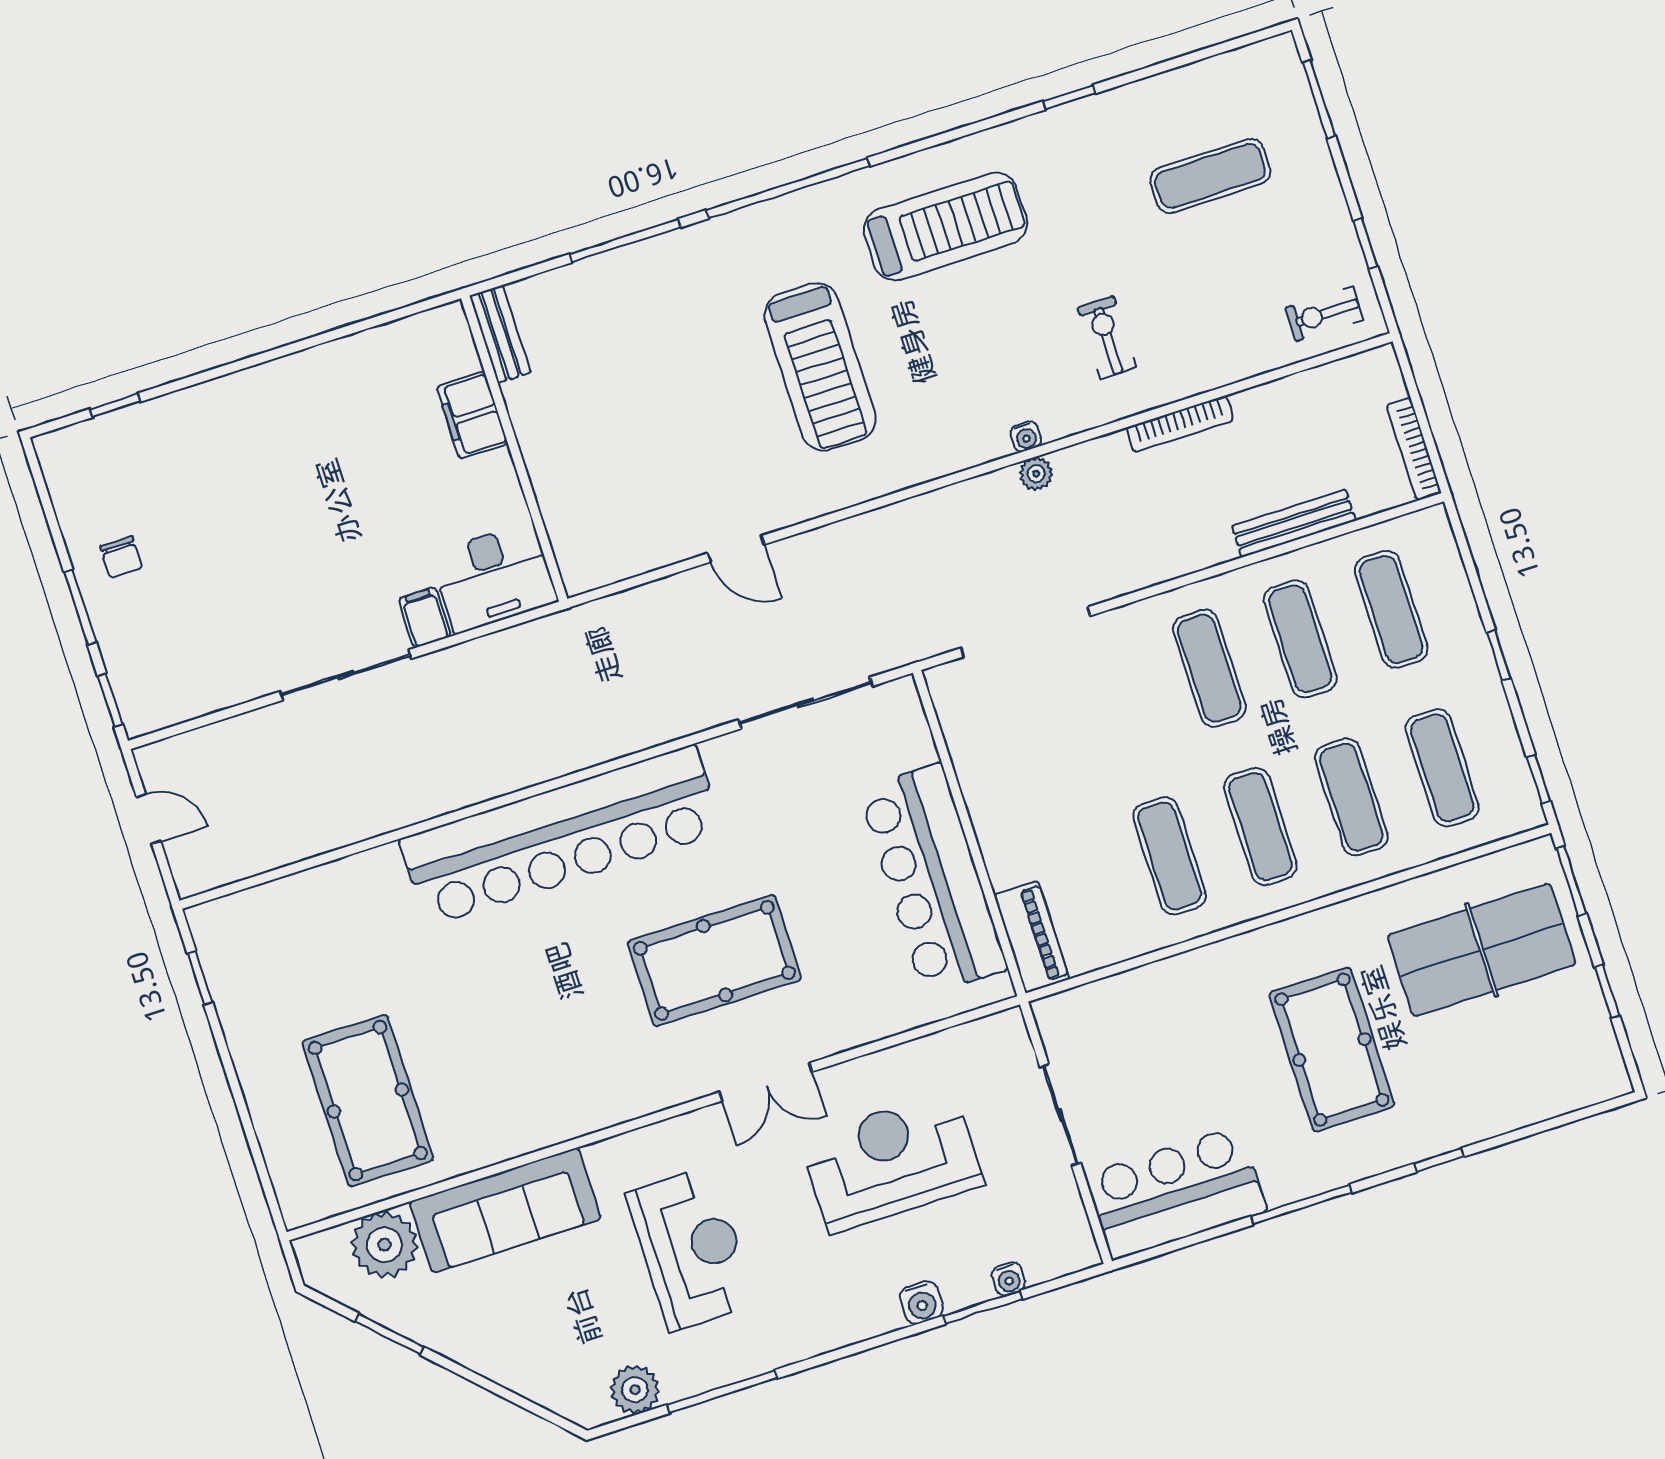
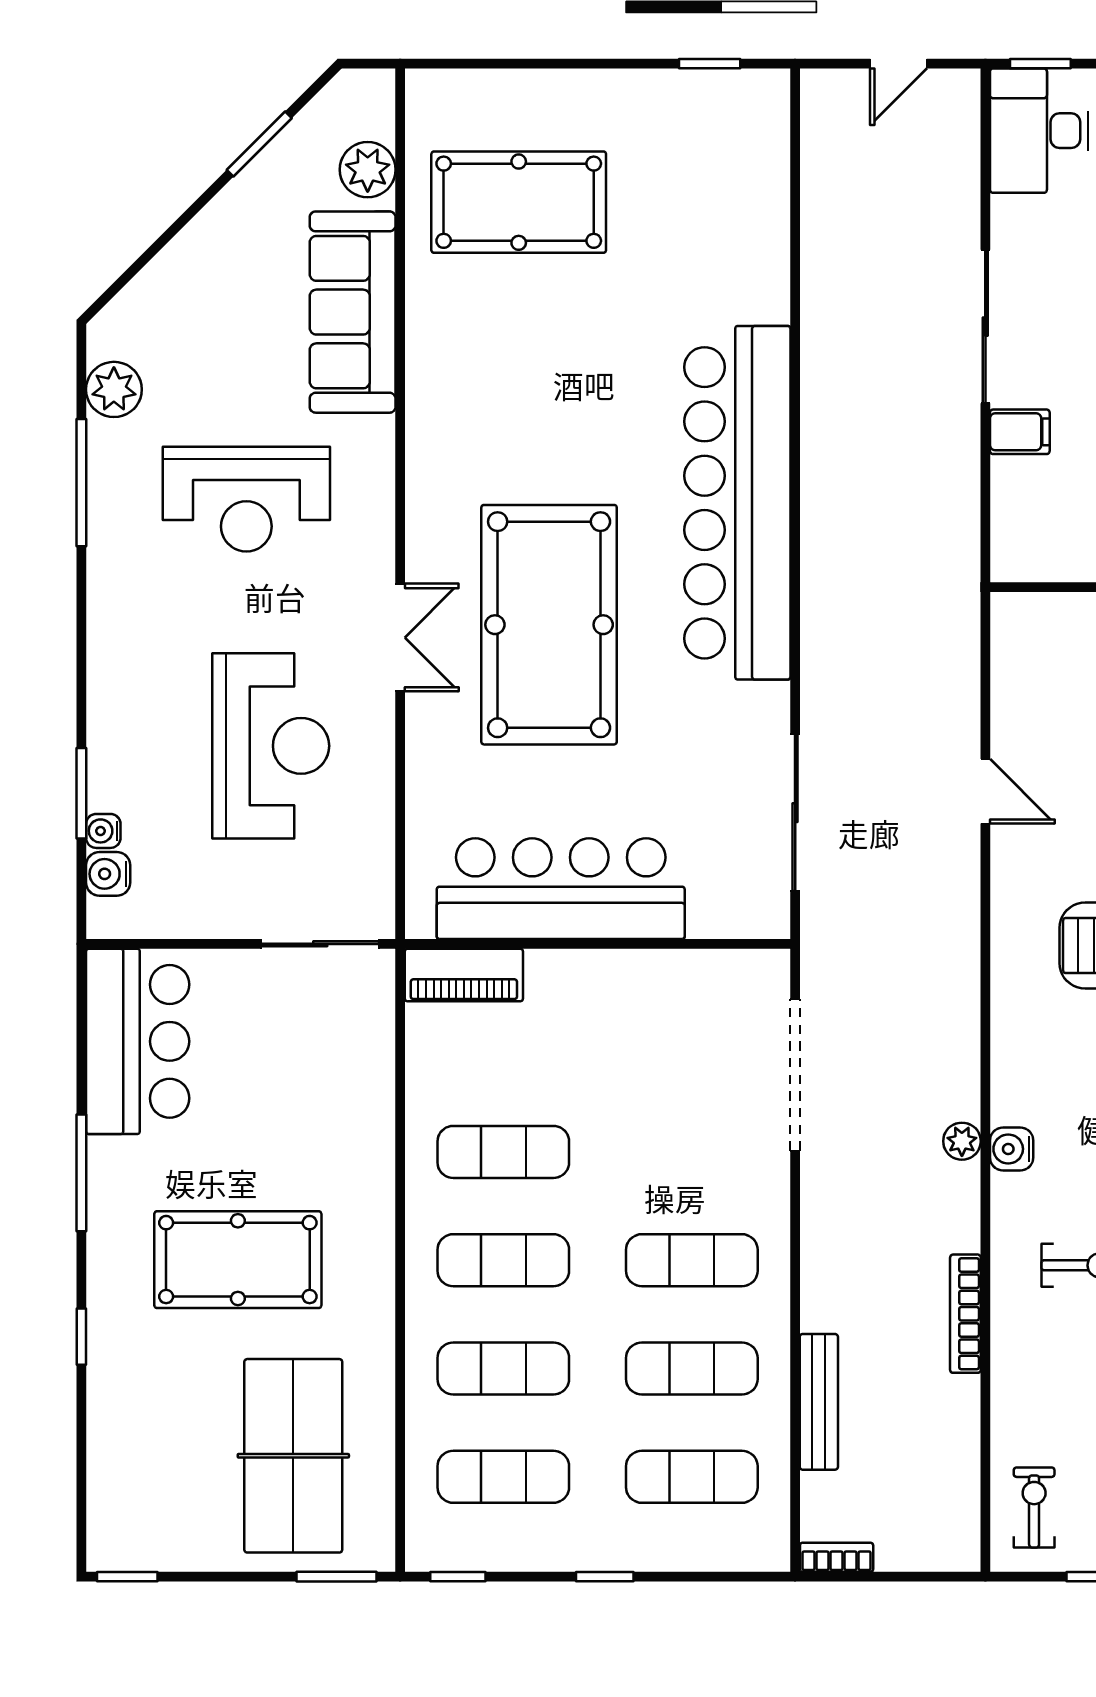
water cooler: (1026, 437) -> (1012, 1149), width x1.38, depth x1.38
bookcase: (1414, 449) -> (837, 1557), width x0.64
door: (736, 549) -> (985, 791), swing flipped
desk: (494, 577) -> (1039, 131), moved
pool table: (714, 960) -> (549, 625), width x1.36, depth x1.32
window: (1607, 992) -> (127, 1577), moved
double door: (766, 1082) -> (400, 638), swing flipped
sliding door: (1060, 1115) -> (320, 944), moved
plant: (384, 1245) -> (368, 170), width x0.73, depth x0.73
water cooler: (921, 1303) -> (108, 874), moved

